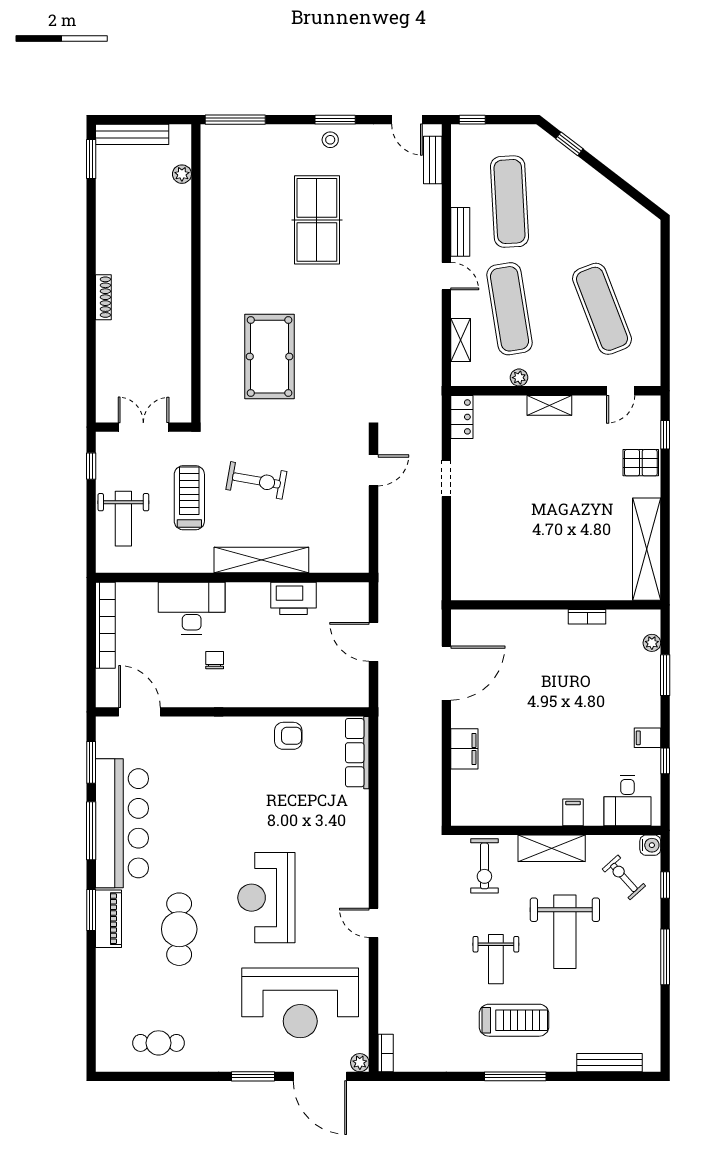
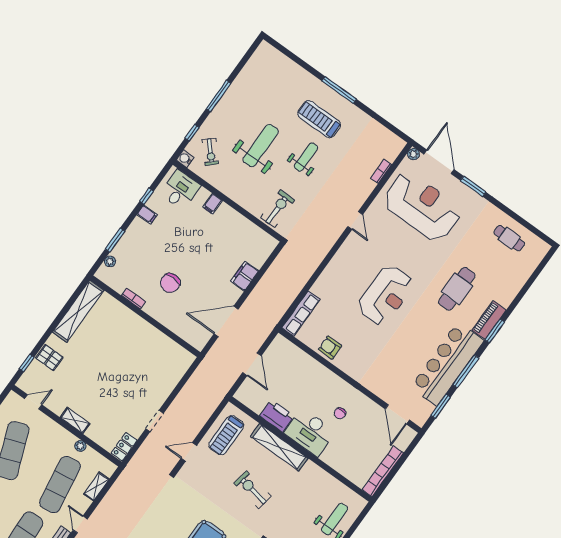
treadmill: (189, 498) -> (226, 435), moved
desk: (192, 608) -> (310, 432), moved
chair: (554, 671) -> (170, 283), added
shelving: (552, 848) -> (237, 193), removed
reception desk: (266, 898) -> (386, 295), moved
bookcase: (386, 1053) -> (381, 171), moved
bench: (609, 1063) -> (286, 62), removed

